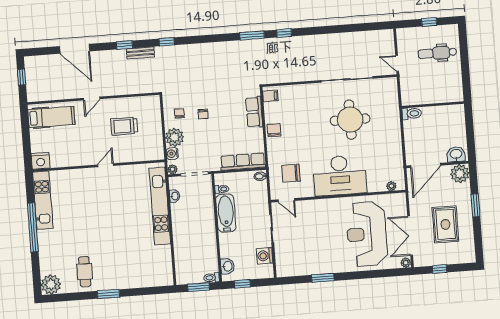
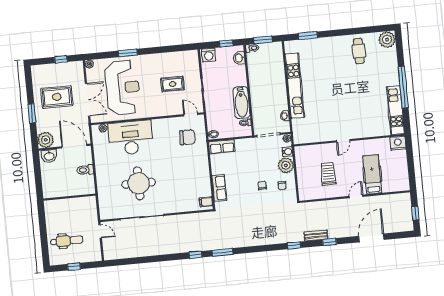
door: (75, 49) -> (371, 238), hinge flipped
toilet: (412, 114) -> (85, 170), moved
hospital bed: (51, 117) -> (372, 174), moved, turned 90
trolley: (124, 126) -> (328, 174), turned -90
chair: (274, 130) -> (202, 173), removed
row of seats: (243, 162) -> (222, 147), width x0.68
door: (426, 165) -> (74, 146), hinge flipped
desk: (340, 175) -> (131, 138), moved
kitchen unit: (160, 206) -> (295, 86), moved
rug: (445, 224) -> (57, 97), turned 90
double door: (410, 236) -> (87, 100), moved
rug: (307, 237) -> (173, 84), added
washing machine: (265, 256) -> (209, 55), moved, turned 90
window: (323, 278) -> (128, 53), moved
window: (109, 294) -> (308, 36), moved

